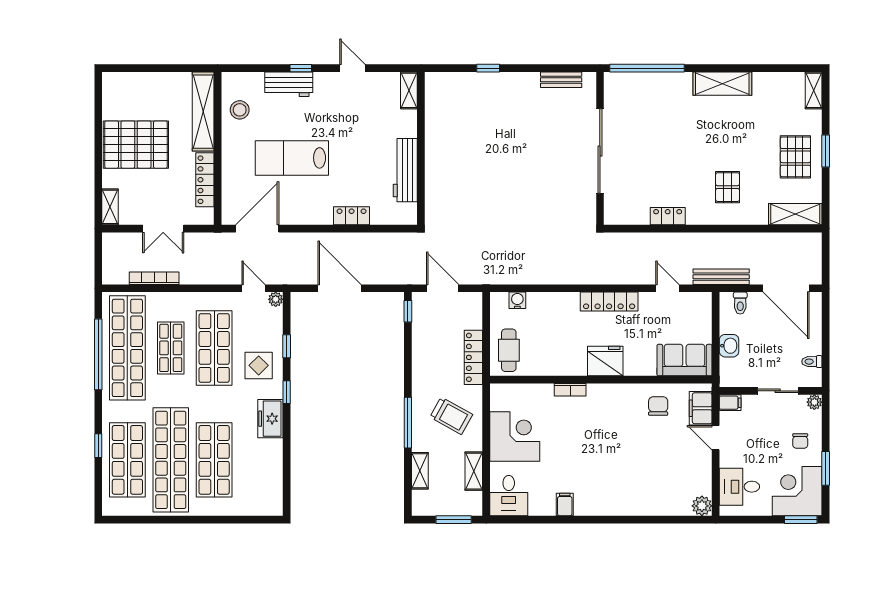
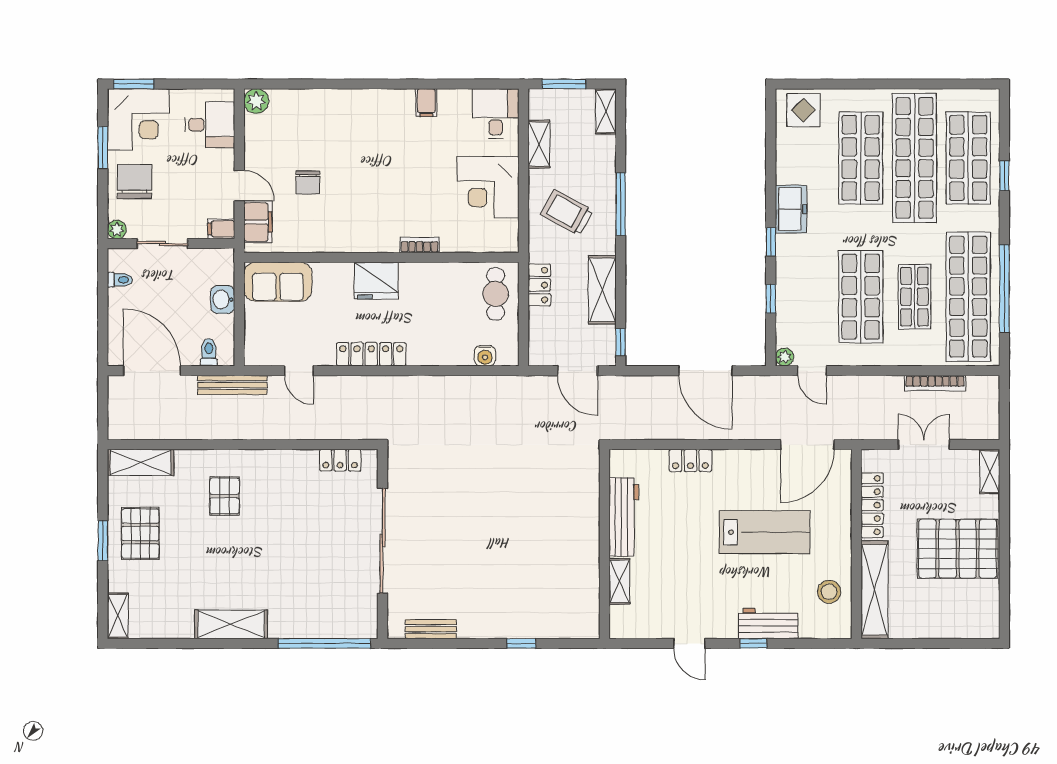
shelving: (409, 90) -> (619, 581), moved
locker: (668, 216) -> (340, 460), moved
shelving: (423, 354) -> (602, 290), added
locker: (473, 357) -> (539, 285), width x0.66
display table: (259, 365) -> (803, 110), moved
chair: (658, 406) -> (308, 182), moved
chair: (800, 441) -> (134, 181), width x1.87, depth x1.87
shelving: (420, 471) -> (606, 111), moved

